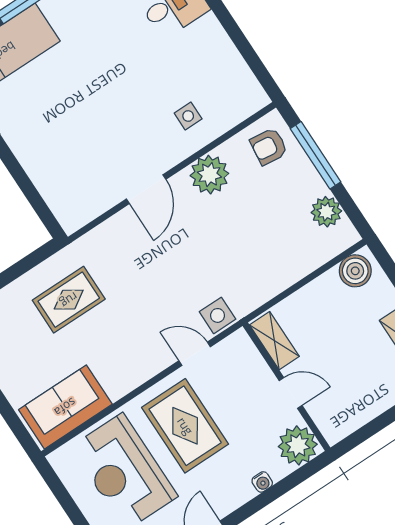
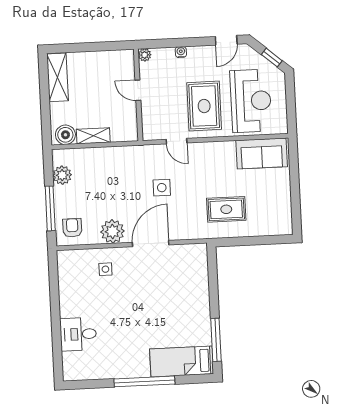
armchair: (269, 146) -> (72, 228), turned -97
door: (146, 189) -> (151, 244), width x1.36
side table: (218, 315) -> (162, 188), moved
shelving: (274, 341) -> (93, 136), moved, turned 90
plant: (298, 445) -> (145, 55), width x0.53, depth x0.53

